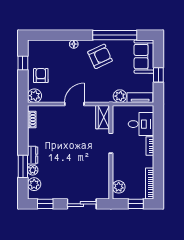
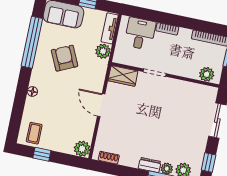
coffee table: (39, 53) -> (34, 133), added
armchair: (100, 56) -> (65, 58), moved
armchair: (41, 76) -> (61, 137), removed

